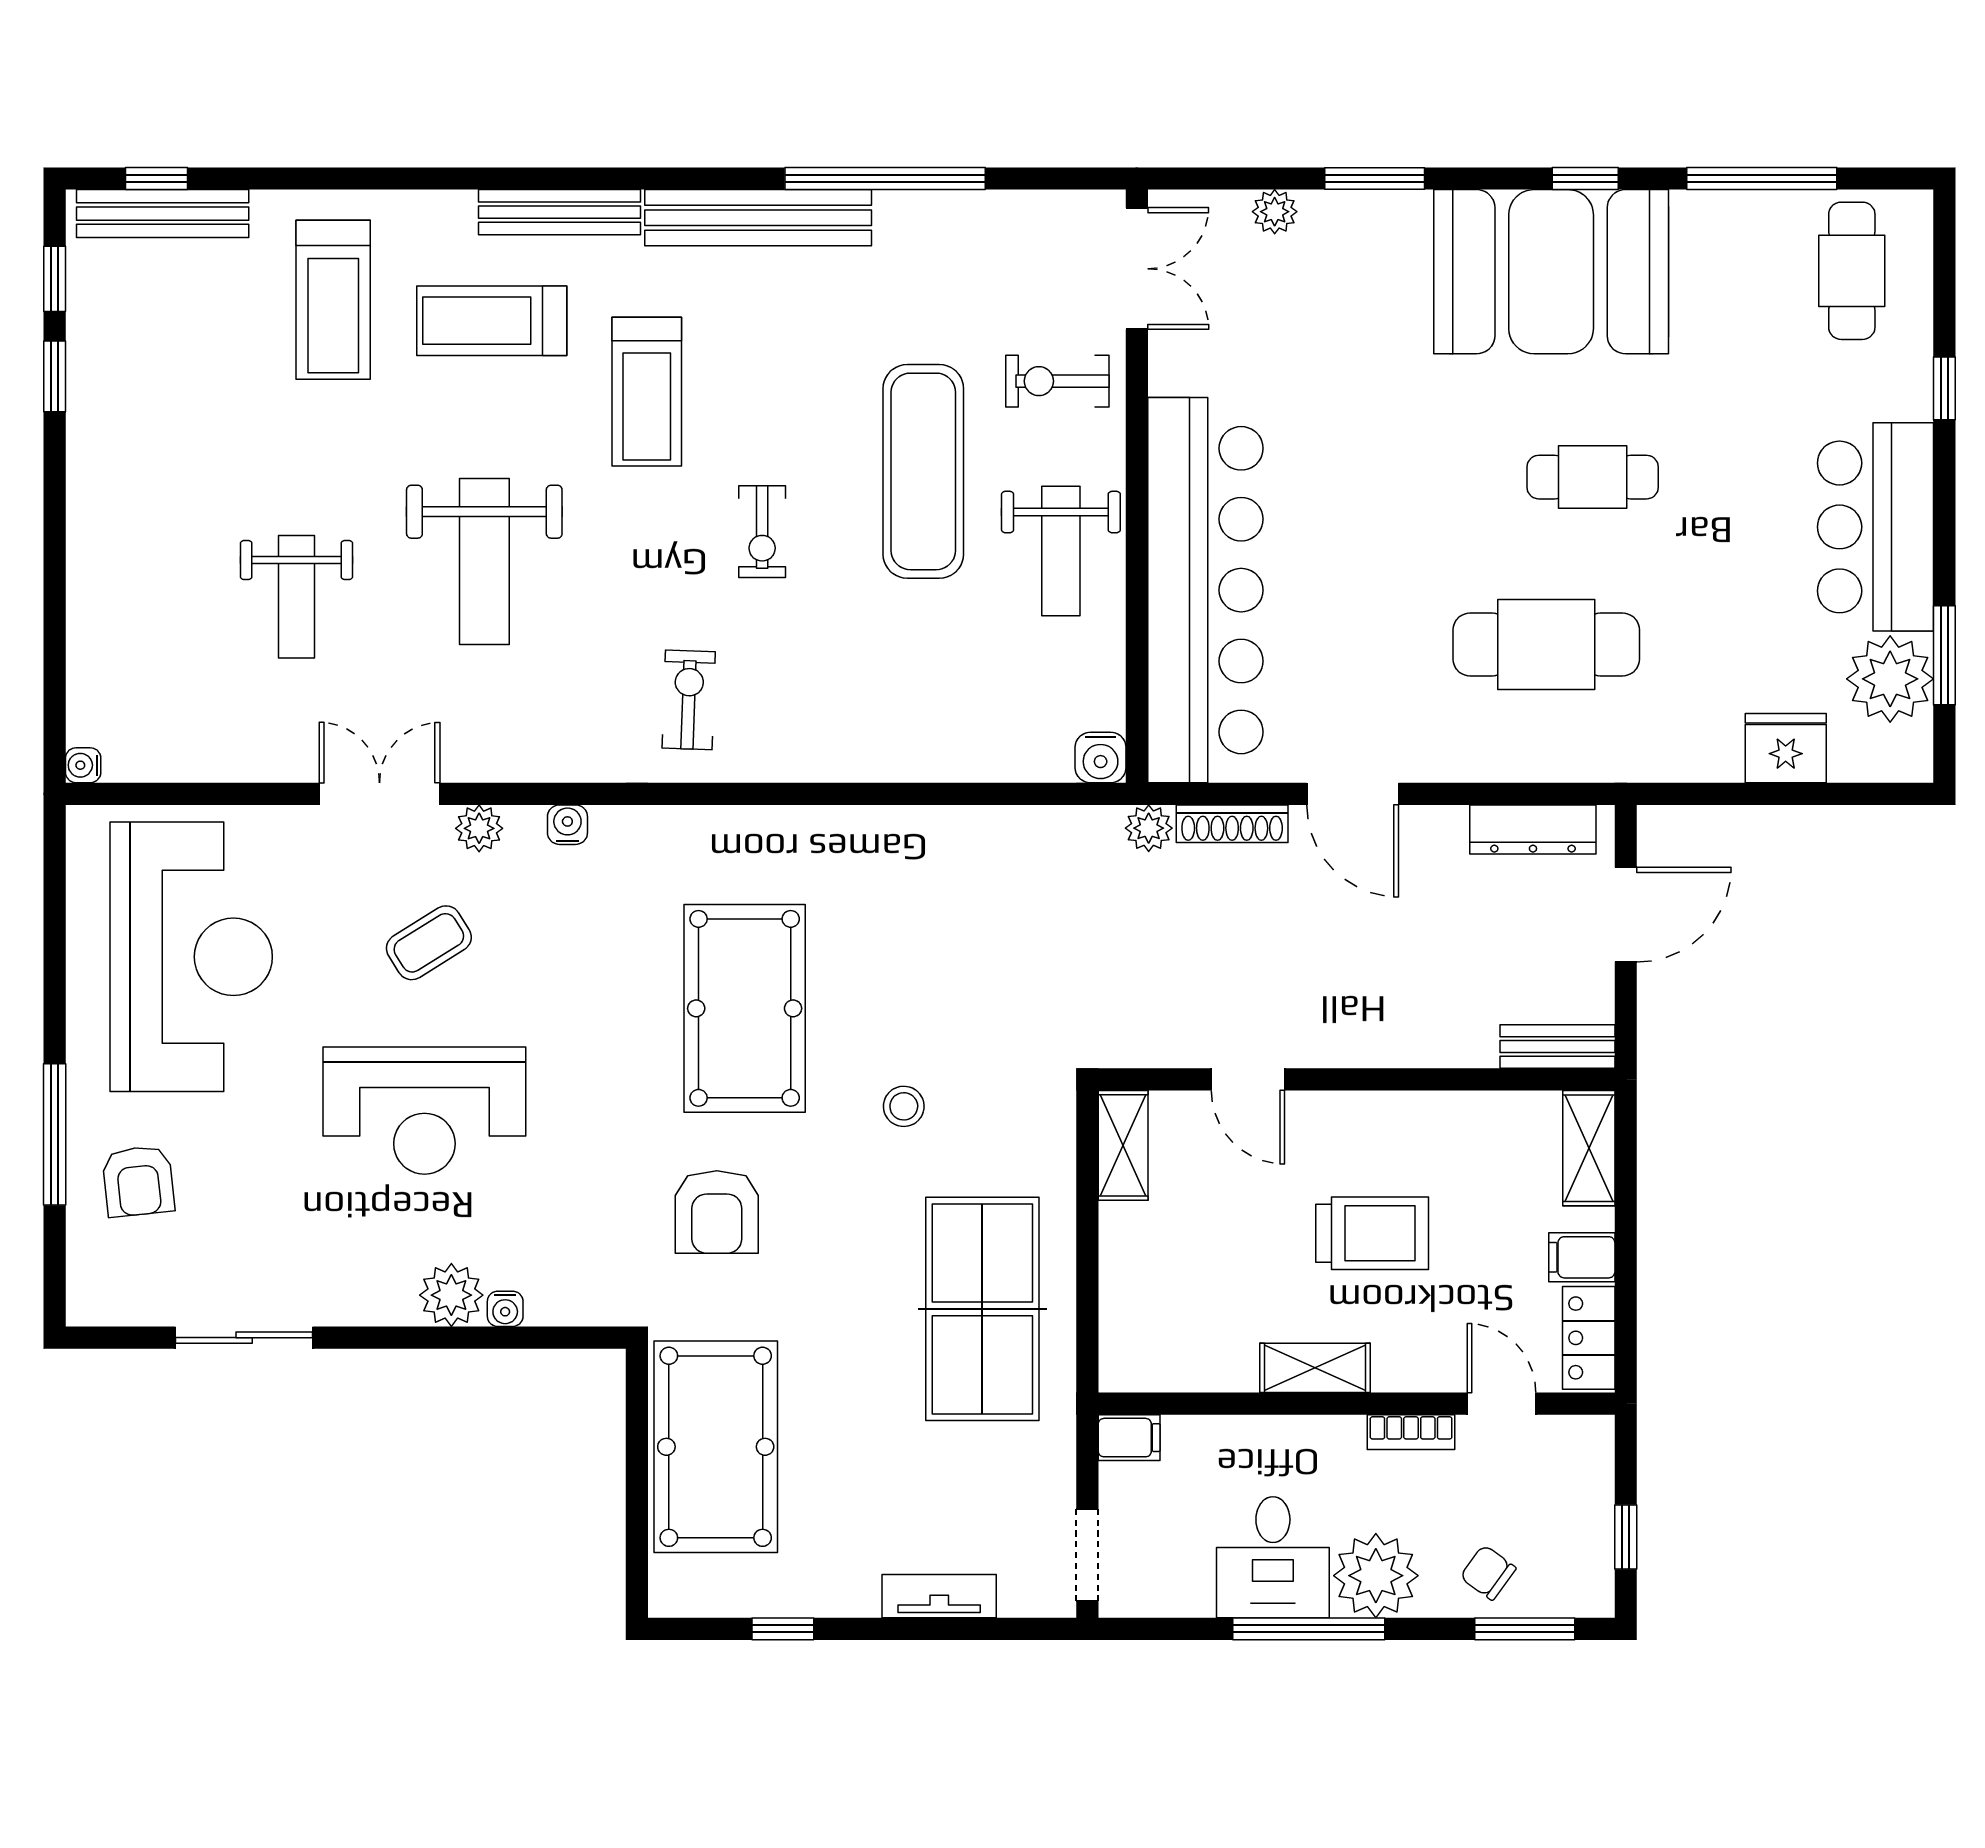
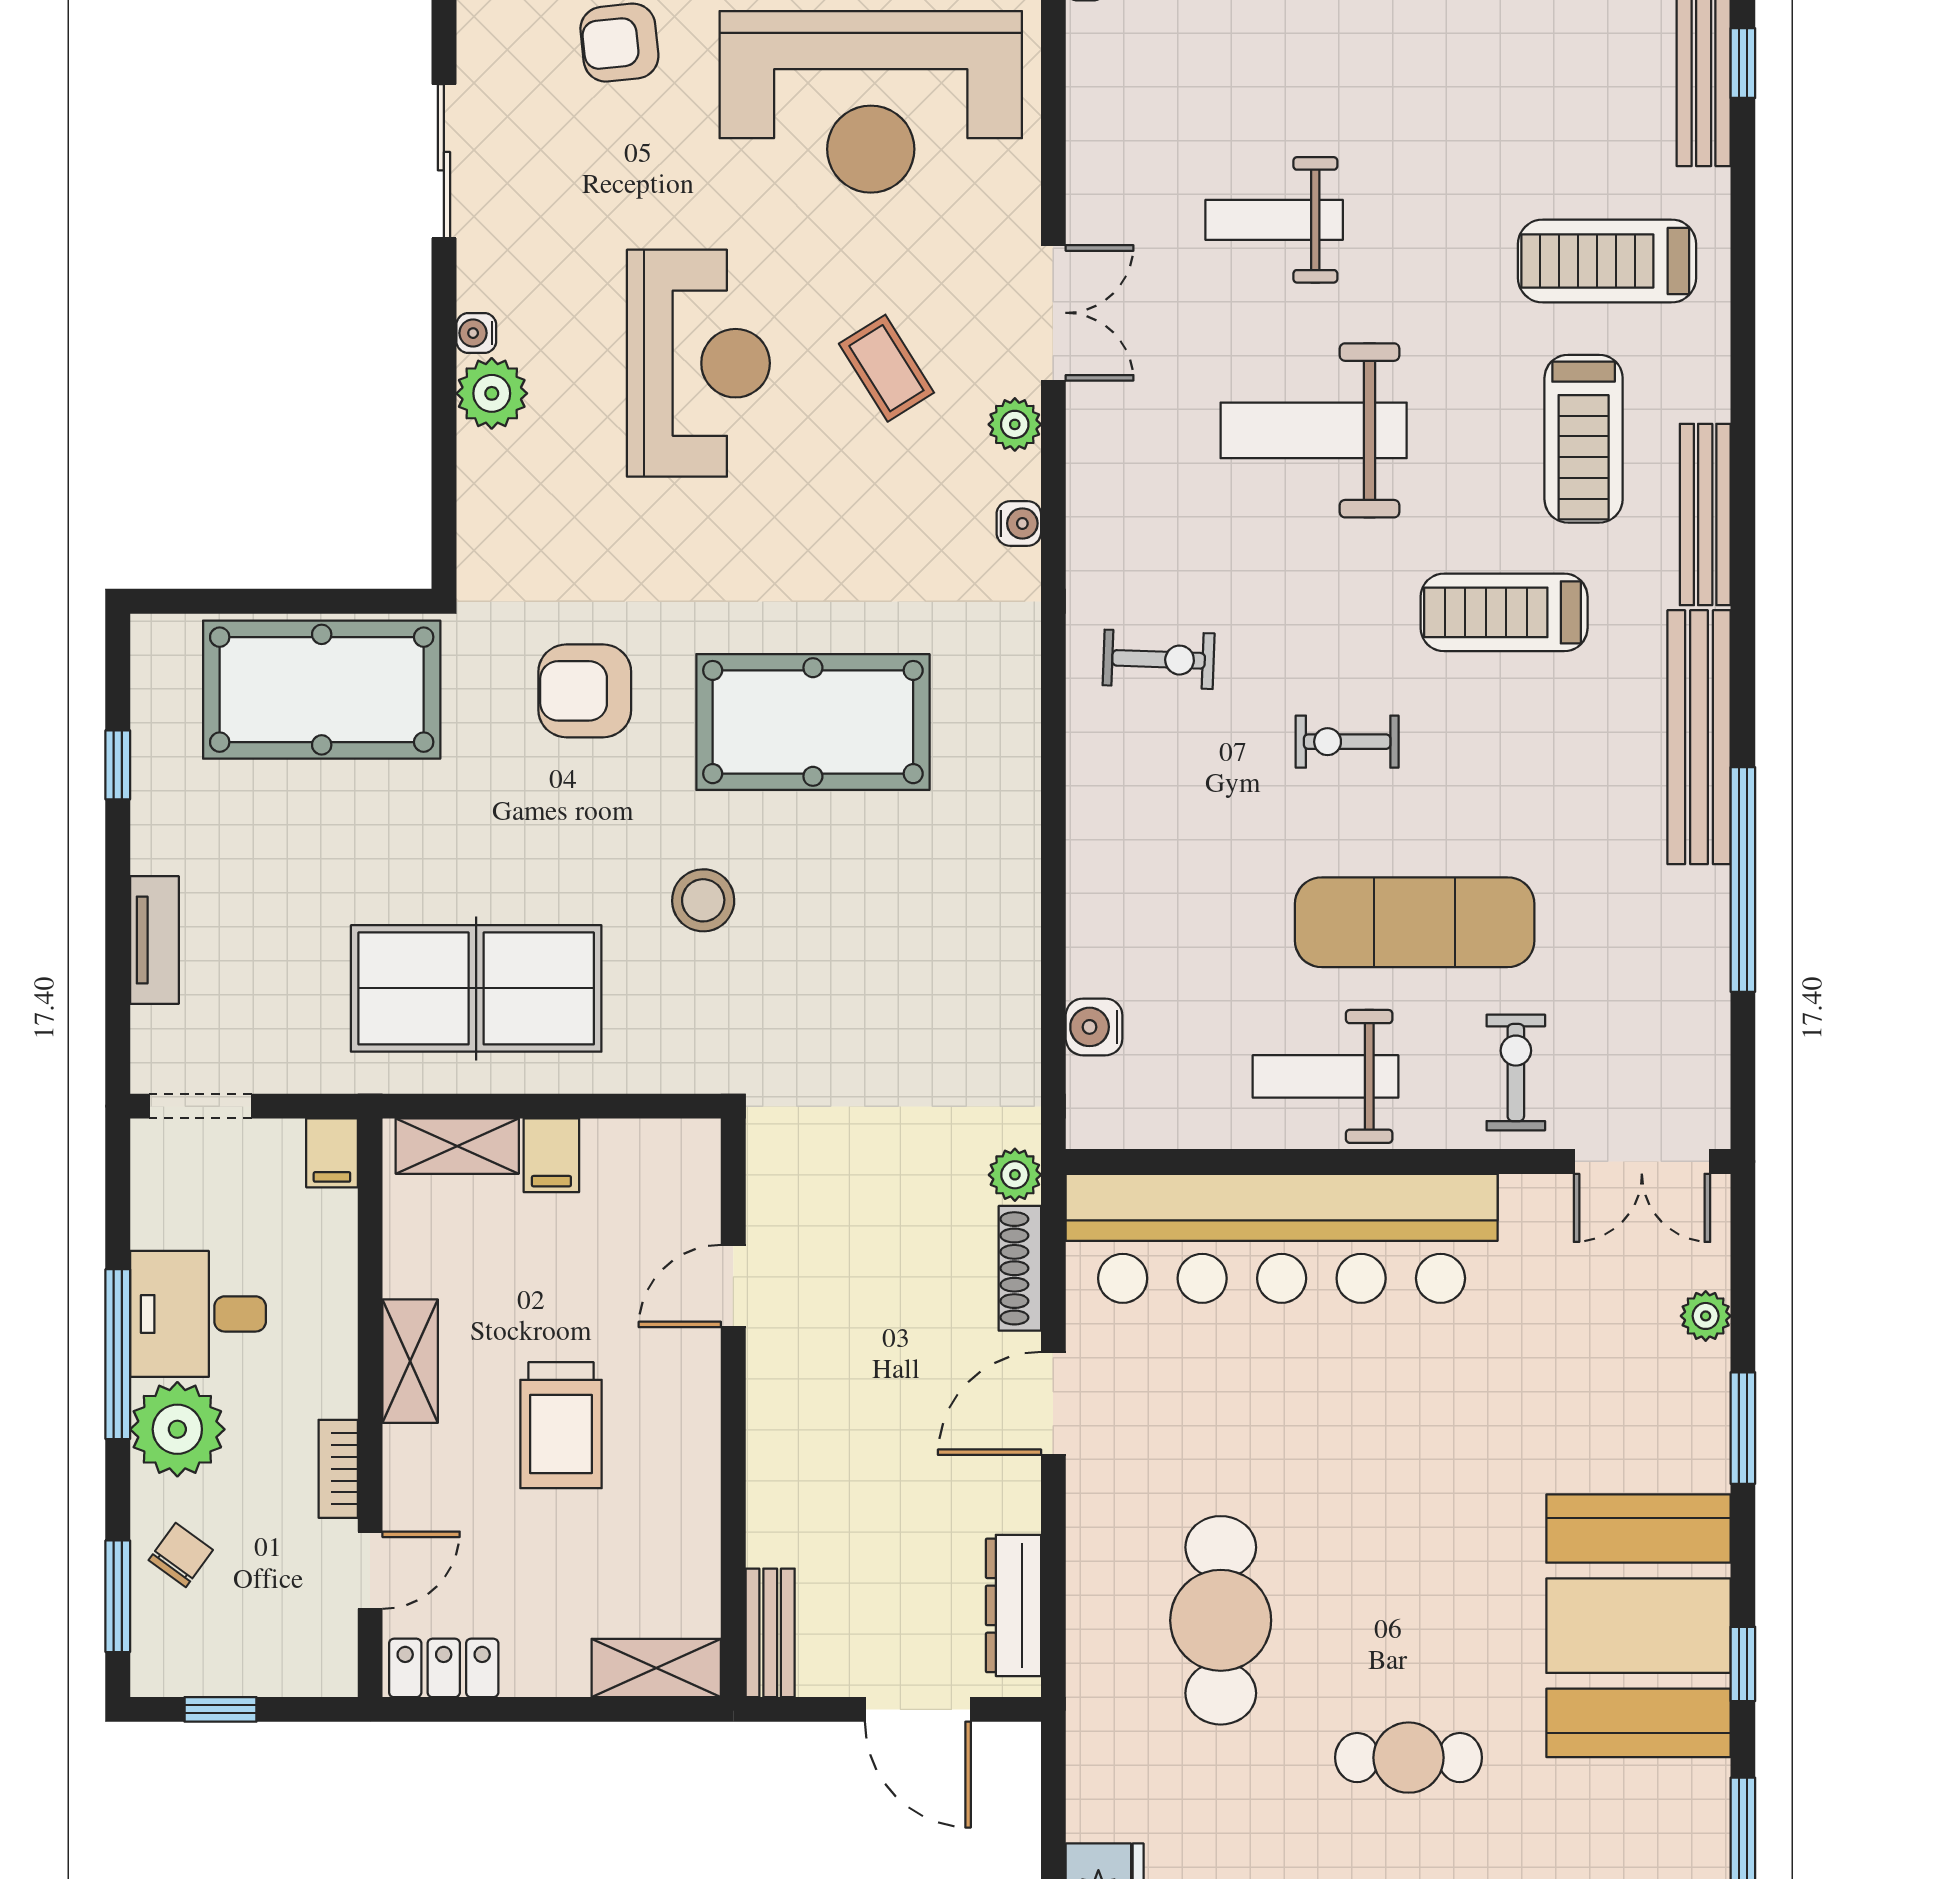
treadmill: (492, 321) -> (1584, 439), turned 180
cafe table: (1593, 477) -> (1409, 1758), moved, turned 90
water cooler: (1101, 757) -> (1094, 1027), moved
stool: (904, 1106) -> (703, 900), width x1.37, depth x1.37
reception desk: (424, 1111) -> (698, 363), turned 180
shelving: (1123, 1145) -> (457, 1146), moved
filing cabinet: (1582, 1257) -> (551, 1155), moved, turned 180
water cooler: (505, 1309) -> (476, 333), moved

